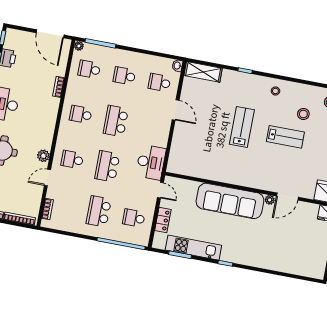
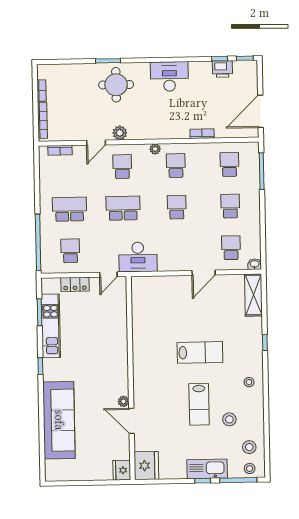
plant: (79, 46) -> (155, 149), moved
school desk: (116, 121) -> (177, 207), width x0.54
door: (47, 178) -> (96, 143), swing flipped
sofa: (230, 201) -> (59, 420), moved, turned 180

